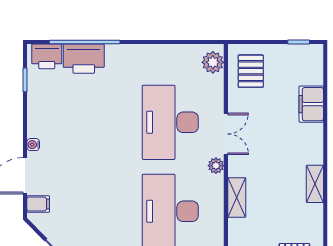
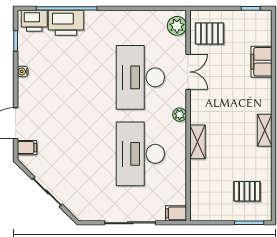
pallet: (251, 71) -> (210, 33), turned 90
double door: (226, 134) -> (188, 72), moved
water cooler: (33, 145) -> (23, 71), moved

